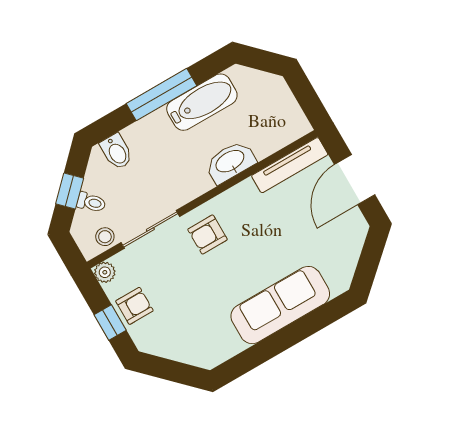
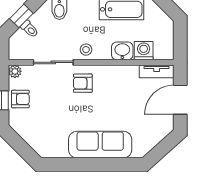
washing machine: (265, 141) -> (144, 51), added
washbasin: (230, 162) -> (122, 51), width x0.72
tv unit: (290, 165) -> (157, 71), width x0.71
stool: (105, 237) -> (86, 50), moved

